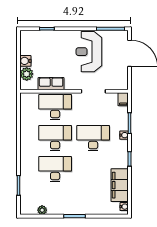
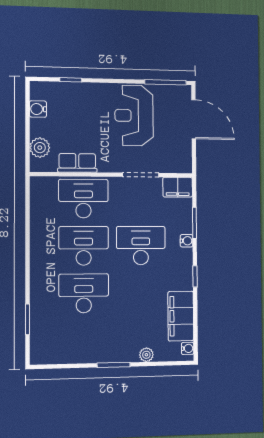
water cooler: (25, 61) -> (38, 109), moved
filing cabinet: (123, 99) -> (178, 187), width x2.00
plant: (42, 210) -> (146, 355), moved

